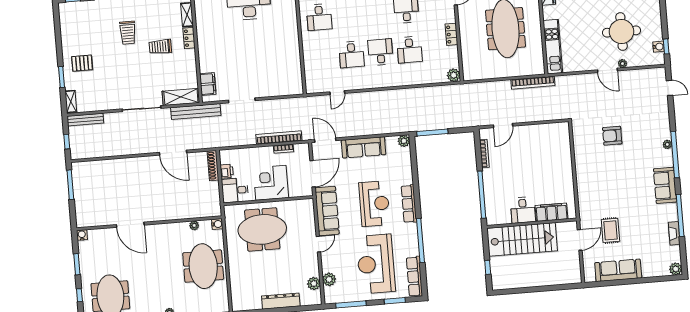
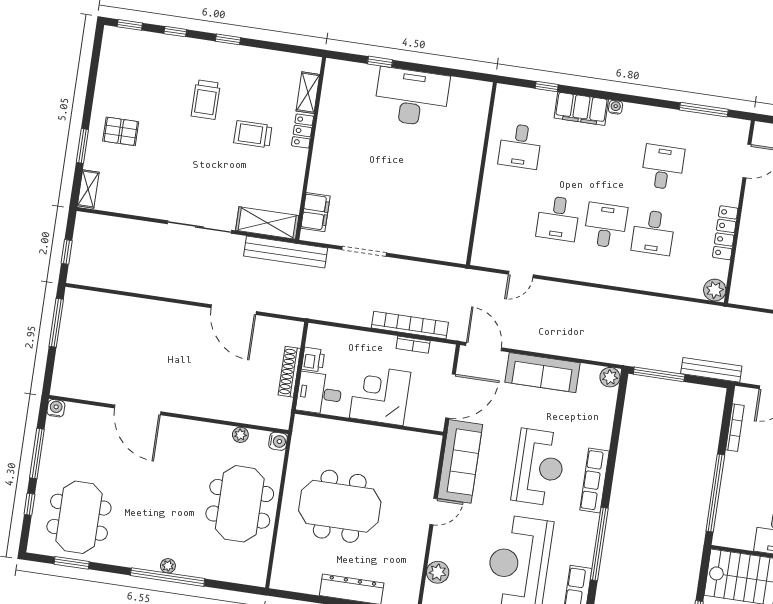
locker: (451, 34) -> (725, 233), width x1.53
bench: (85, 120) -> (711, 370), moved
shoe rack: (213, 166) -> (289, 372), moved
meeting table: (262, 229) -> (340, 506), moved
window: (77, 264) -> (37, 453), width x1.44
plant: (314, 284) -> (411, 573), removed

